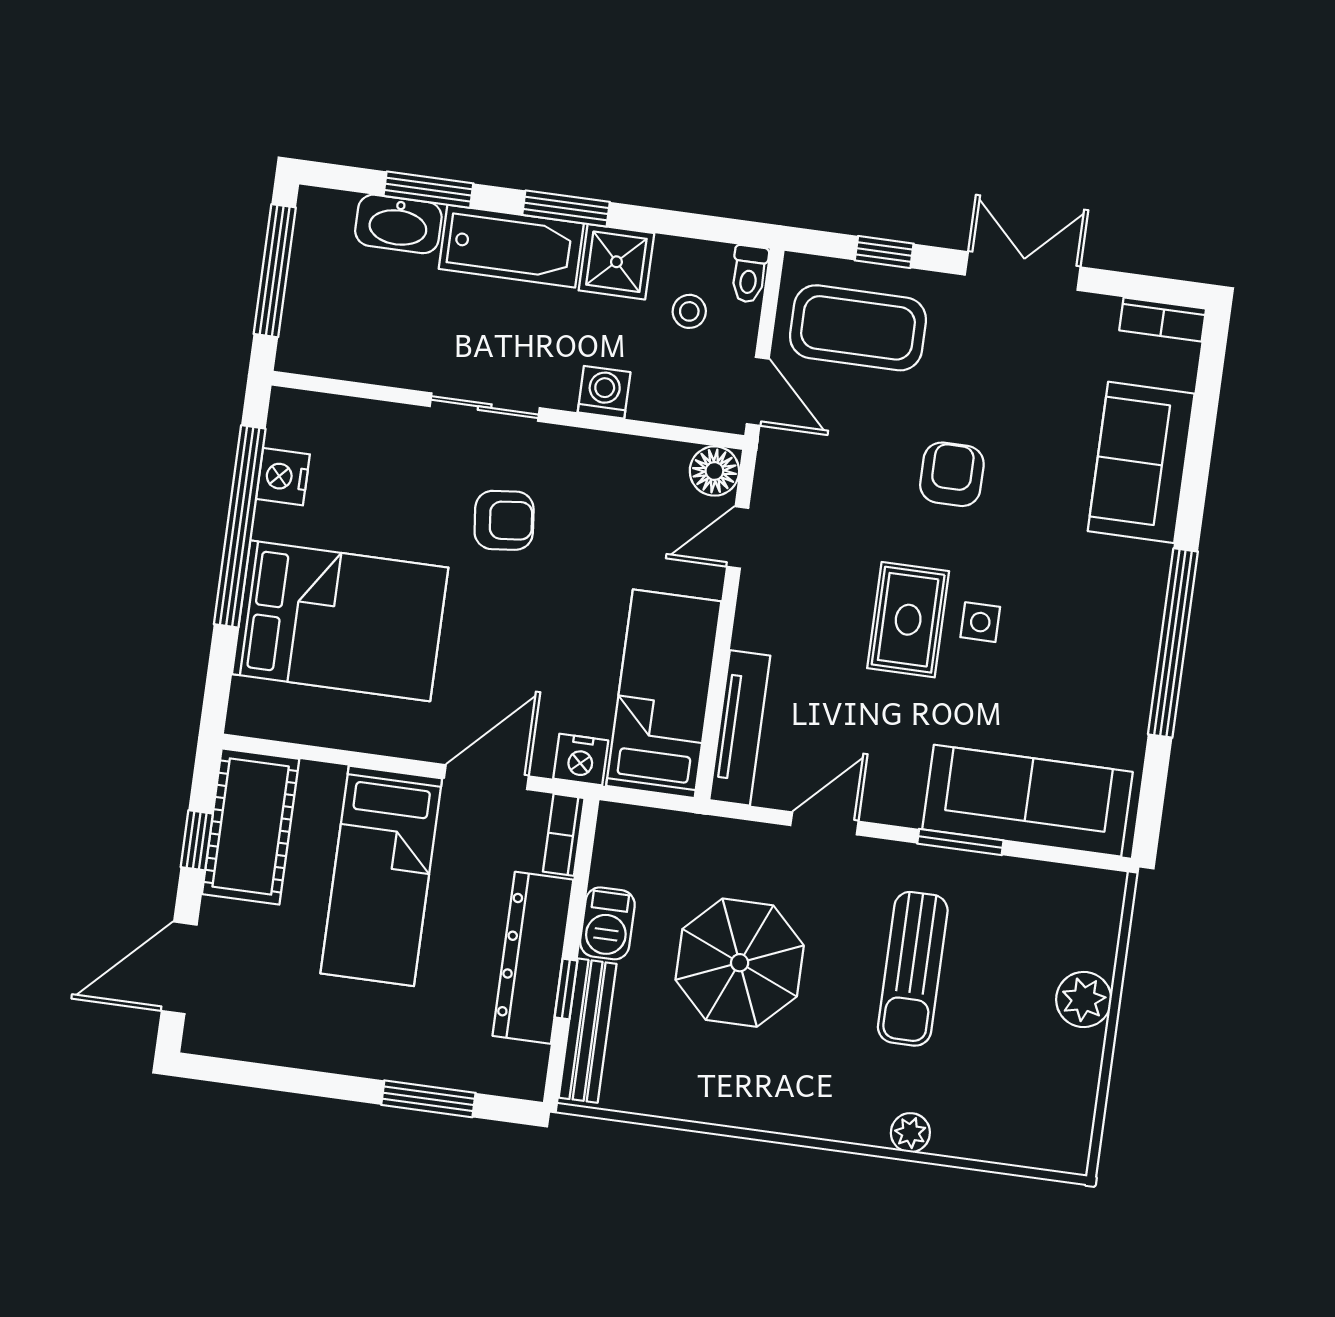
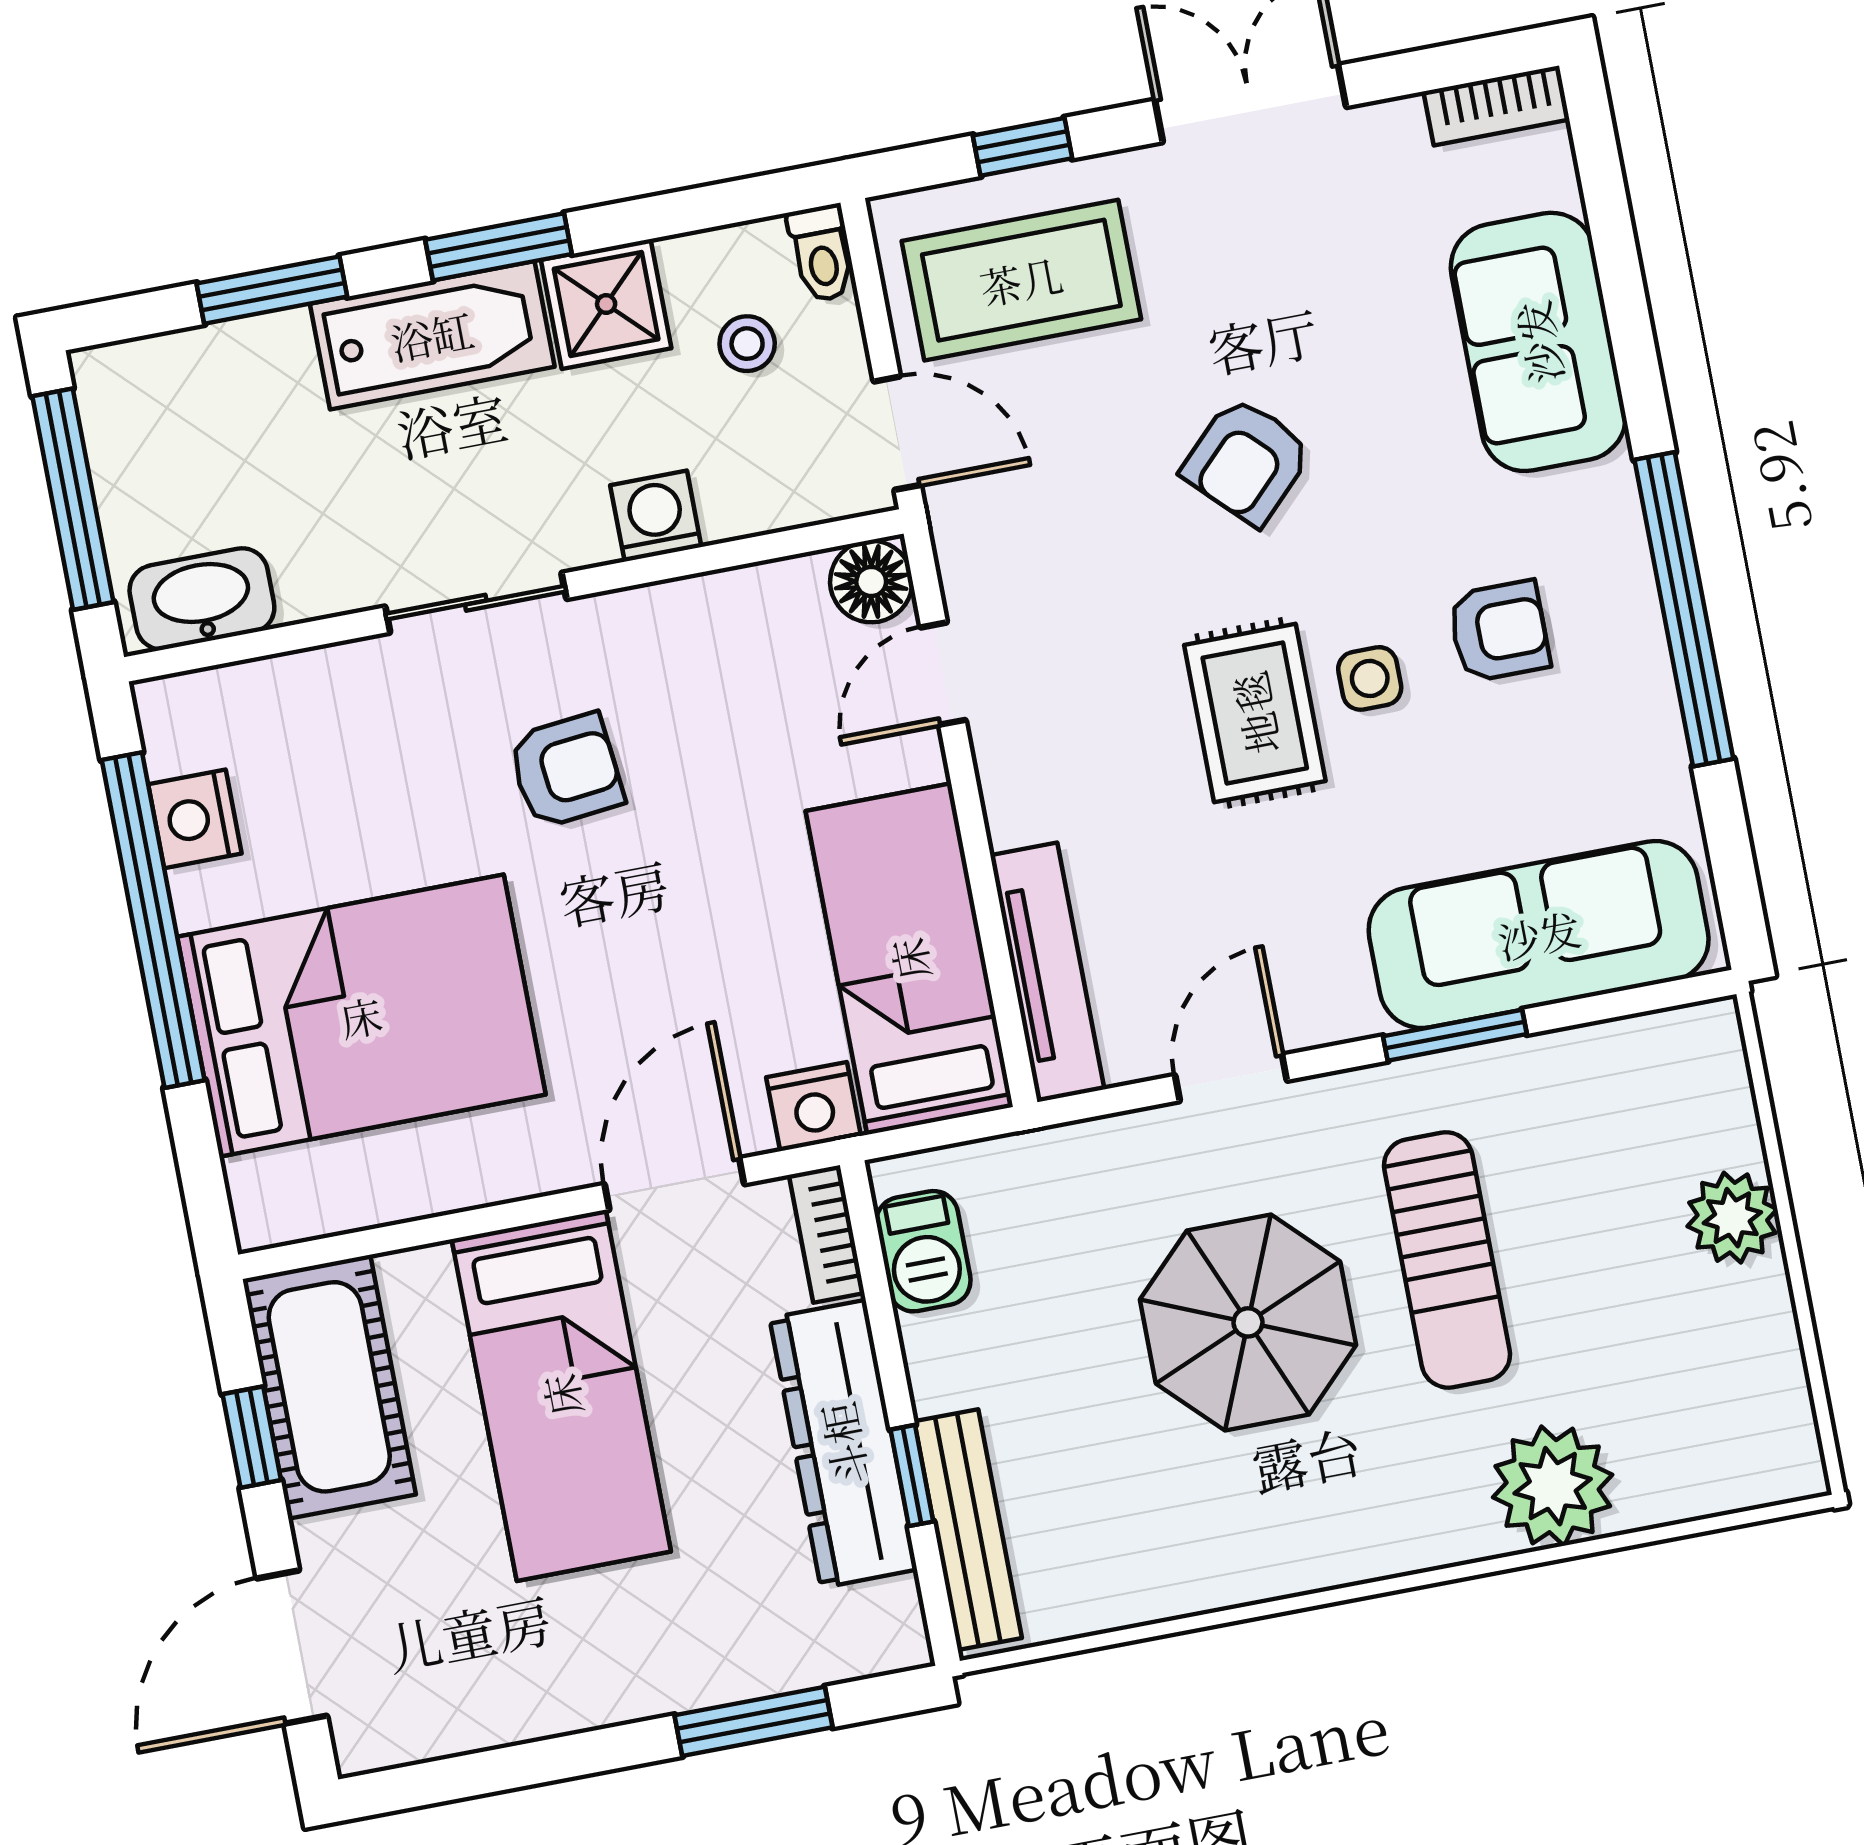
washbasin: (398, 224) -> (202, 599), moved, turned 180
armchair: (952, 474) -> (1247, 461), turned -135
armchair: (1063, 620) -> (1499, 631), added
barbecue: (607, 923) -> (923, 1251), moved
parasol: (740, 963) -> (1248, 1322), moved
plant: (910, 1133) -> (1553, 1486), width x1.87, depth x1.87

